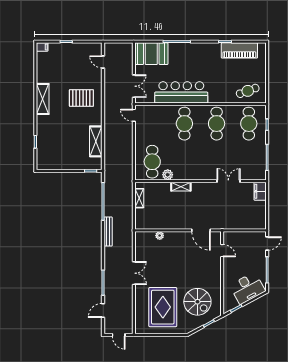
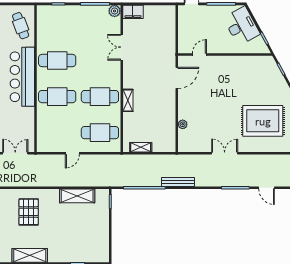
bar counter: (181, 92) -> (22, 77), moved
door: (134, 115) -> (72, 153), moved
cafe table: (249, 124) -> (100, 97), moved
plant: (168, 175) -> (115, 11), moved
spiral stairs: (197, 302) -> (257, 82), removed

